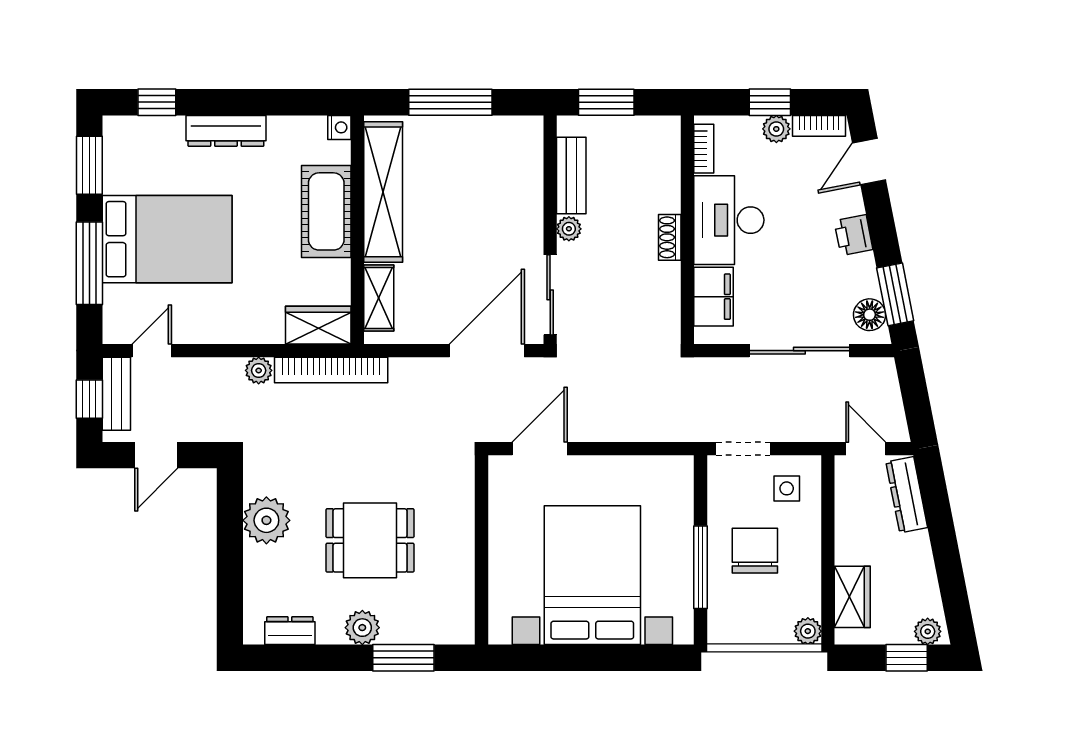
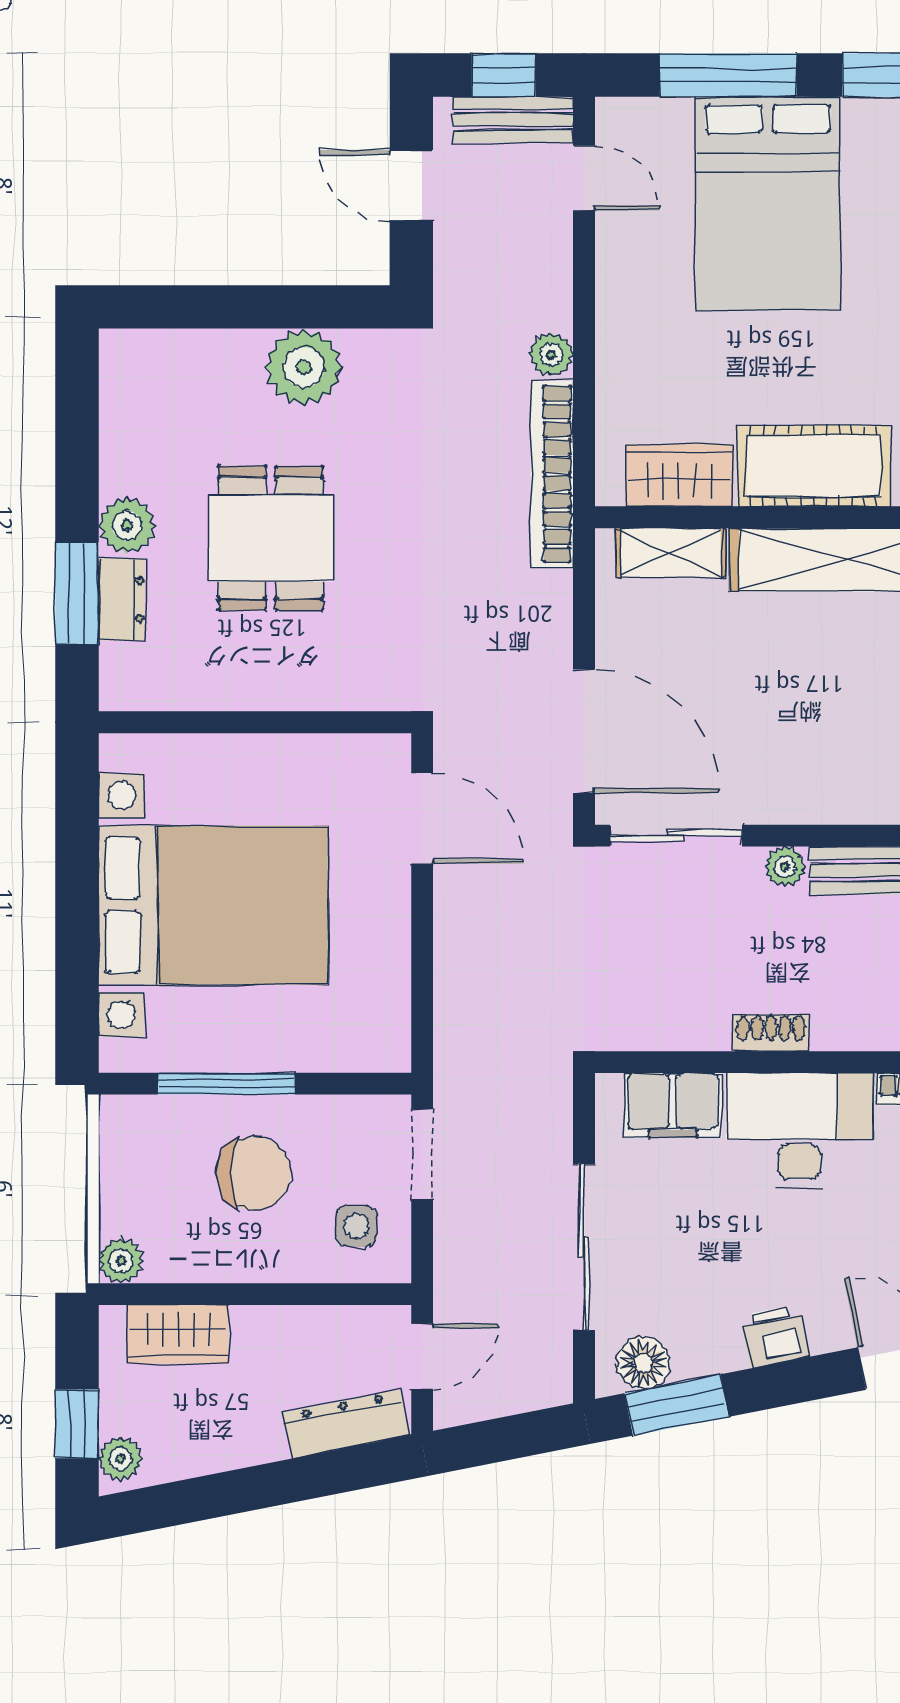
wardrobe: (318, 325) -> (679, 475), moved, turned -90
dresser: (290, 631) -> (122, 599), moved

